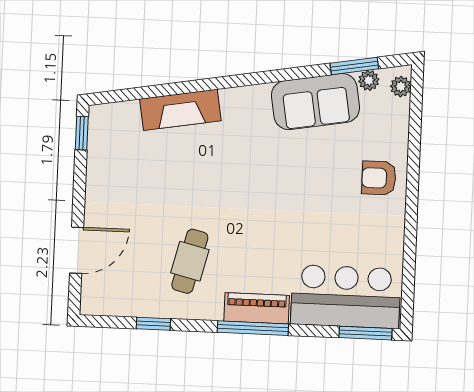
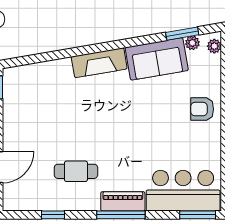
fireplace: (180, 110) -> (99, 63), moved
cafe table: (190, 261) -> (76, 171), turned 76

